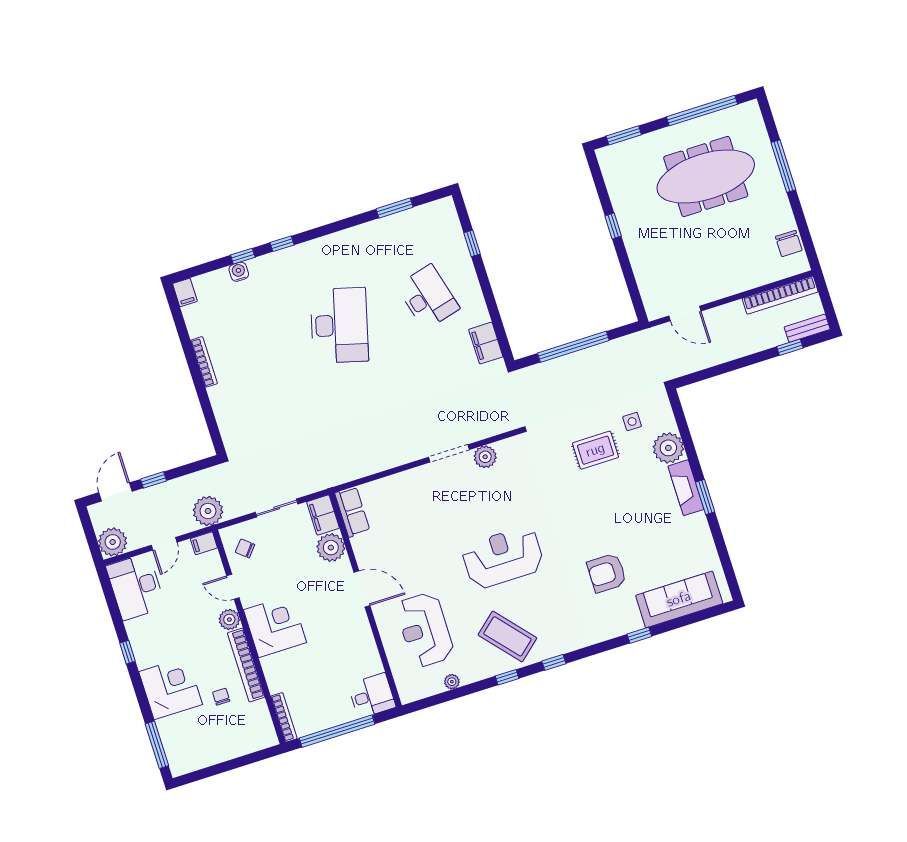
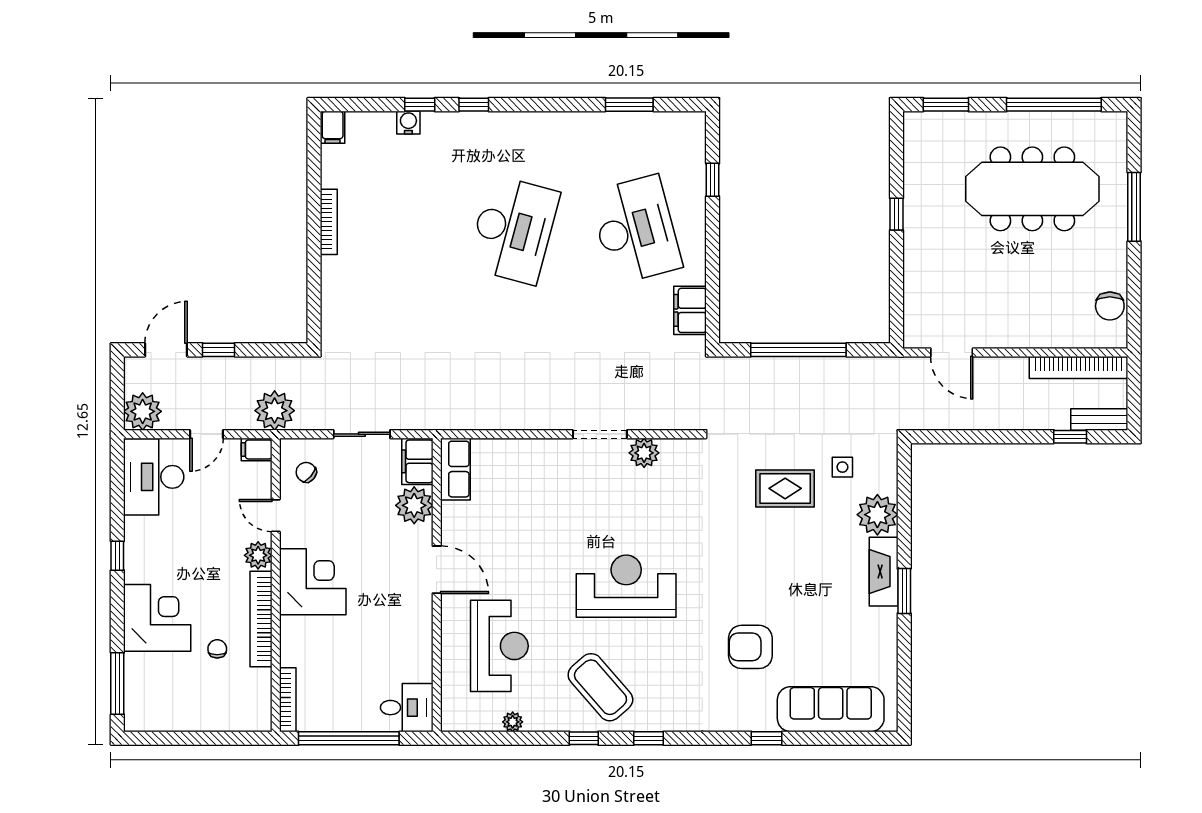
desk: (428, 297) -> (636, 230), width x1.36, depth x1.30
reception desk: (425, 630) -> (499, 646), turned 180

